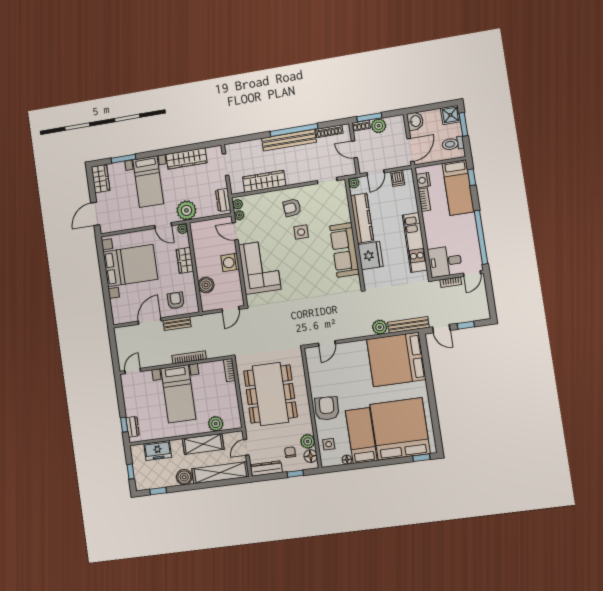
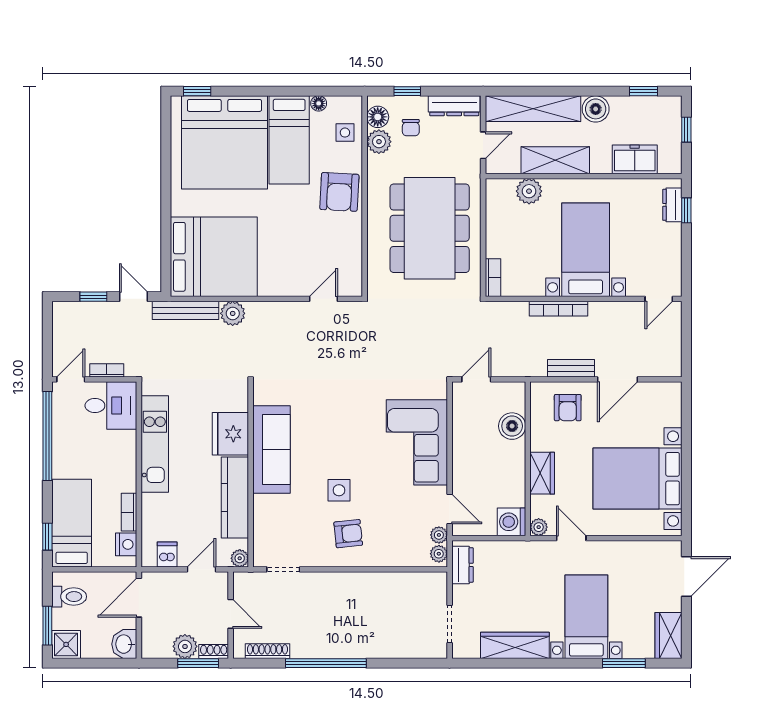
bench: (289, 140) -> (337, 647), removed
wardrobe: (264, 181) -> (388, 585), removed
plant: (186, 210) -> (527, 557), removed
washing machine: (230, 262) -> (511, 522), moved, turned 180

